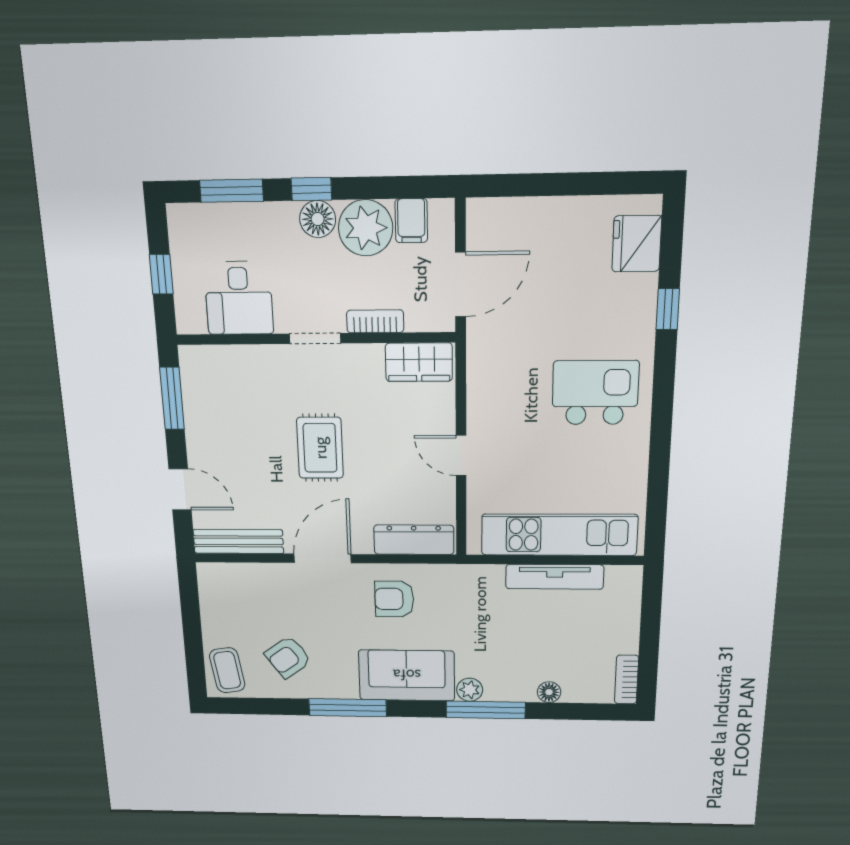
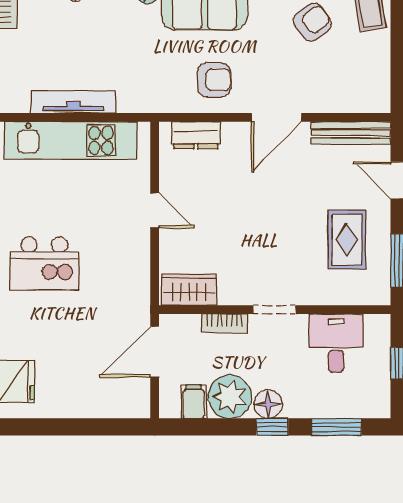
rug: (320, 448) -> (347, 240), moved
dresser: (414, 540) -> (196, 135), width x0.70

